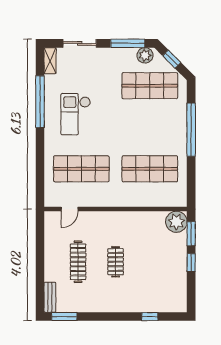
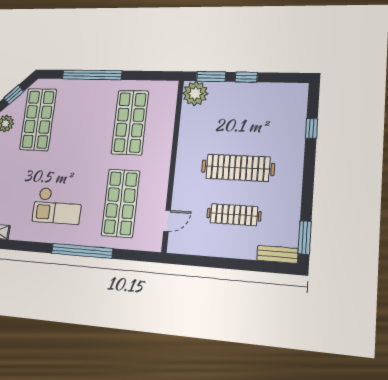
window: (40, 102) -> (82, 251), moved
door: (70, 209) -> (167, 221), hinge flipped
clothes rail: (116, 262) -> (238, 168), width x1.86, depth x1.31

